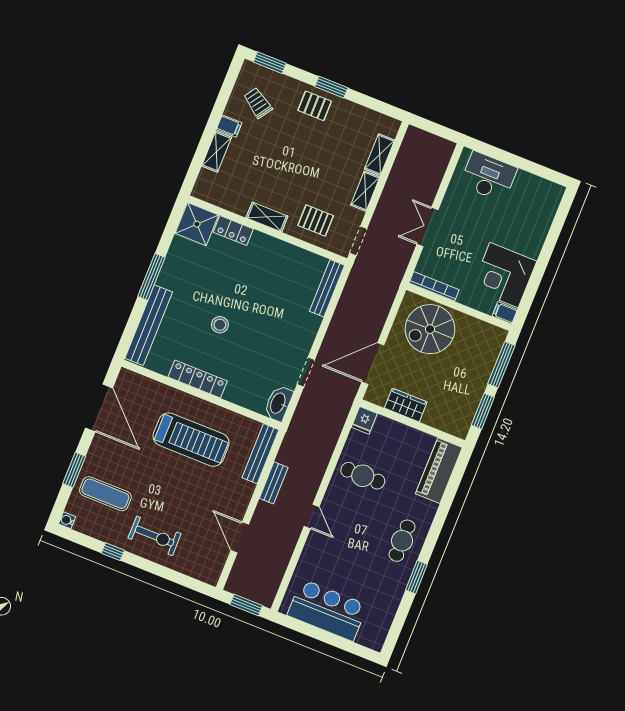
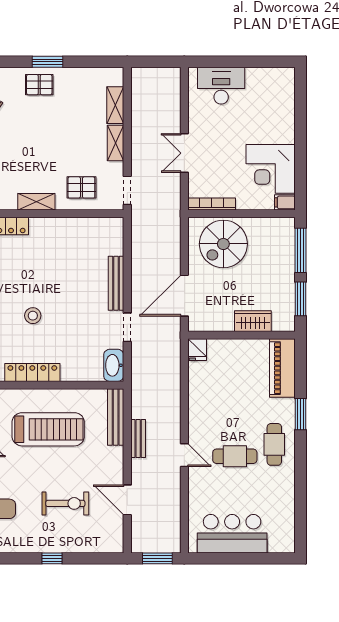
bench: (327, 288) -> (116, 283), moved
wardrobe: (406, 405) -> (253, 321), moved
cafe table: (363, 476) -> (235, 456), moved
exercise bike: (155, 536) -> (65, 503), moved
window: (113, 552) -> (52, 558), moved
window: (416, 577) -> (300, 414), moved

